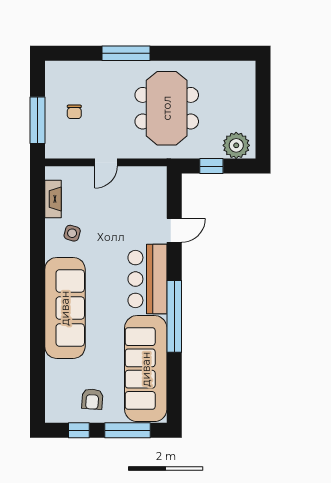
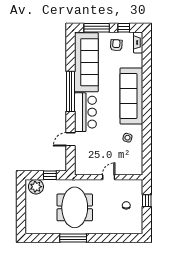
window: (126, 53) -> (73, 238), moved
window: (37, 120) -> (147, 201), width x0.46
fireplace: (53, 199) -> (138, 42), moved

